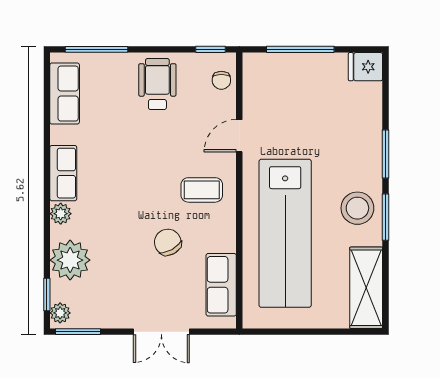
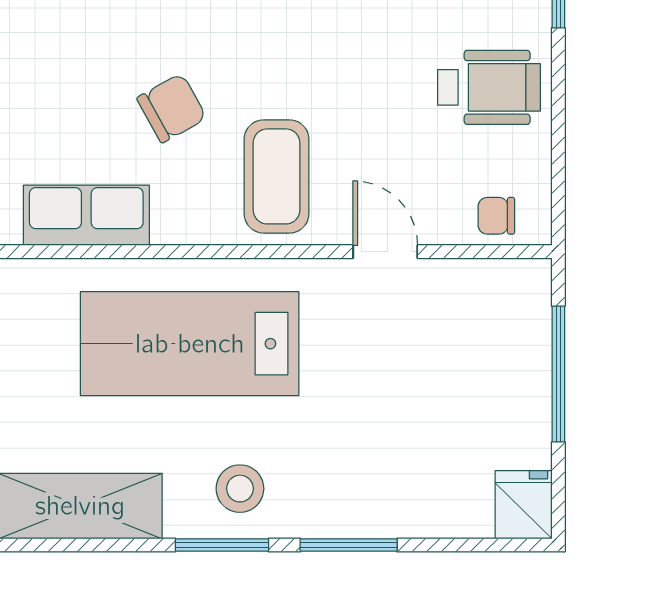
window: (211, 49) -> (558, 194), removed
coffee table: (202, 190) -> (277, 176), width x1.36, depth x1.30
stool: (357, 208) -> (240, 489), width x0.73, depth x0.73
lab bench: (285, 233) -> (190, 344), width x0.73

